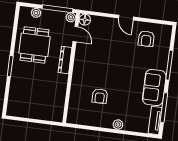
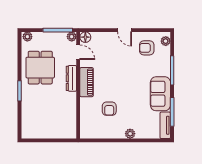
plant: (36, 13) -> (27, 37), moved
plant: (166, 34) -> (166, 41), added
armchair: (146, 39) -> (147, 48), turned 90
piano: (80, 66) -> (87, 82), added

